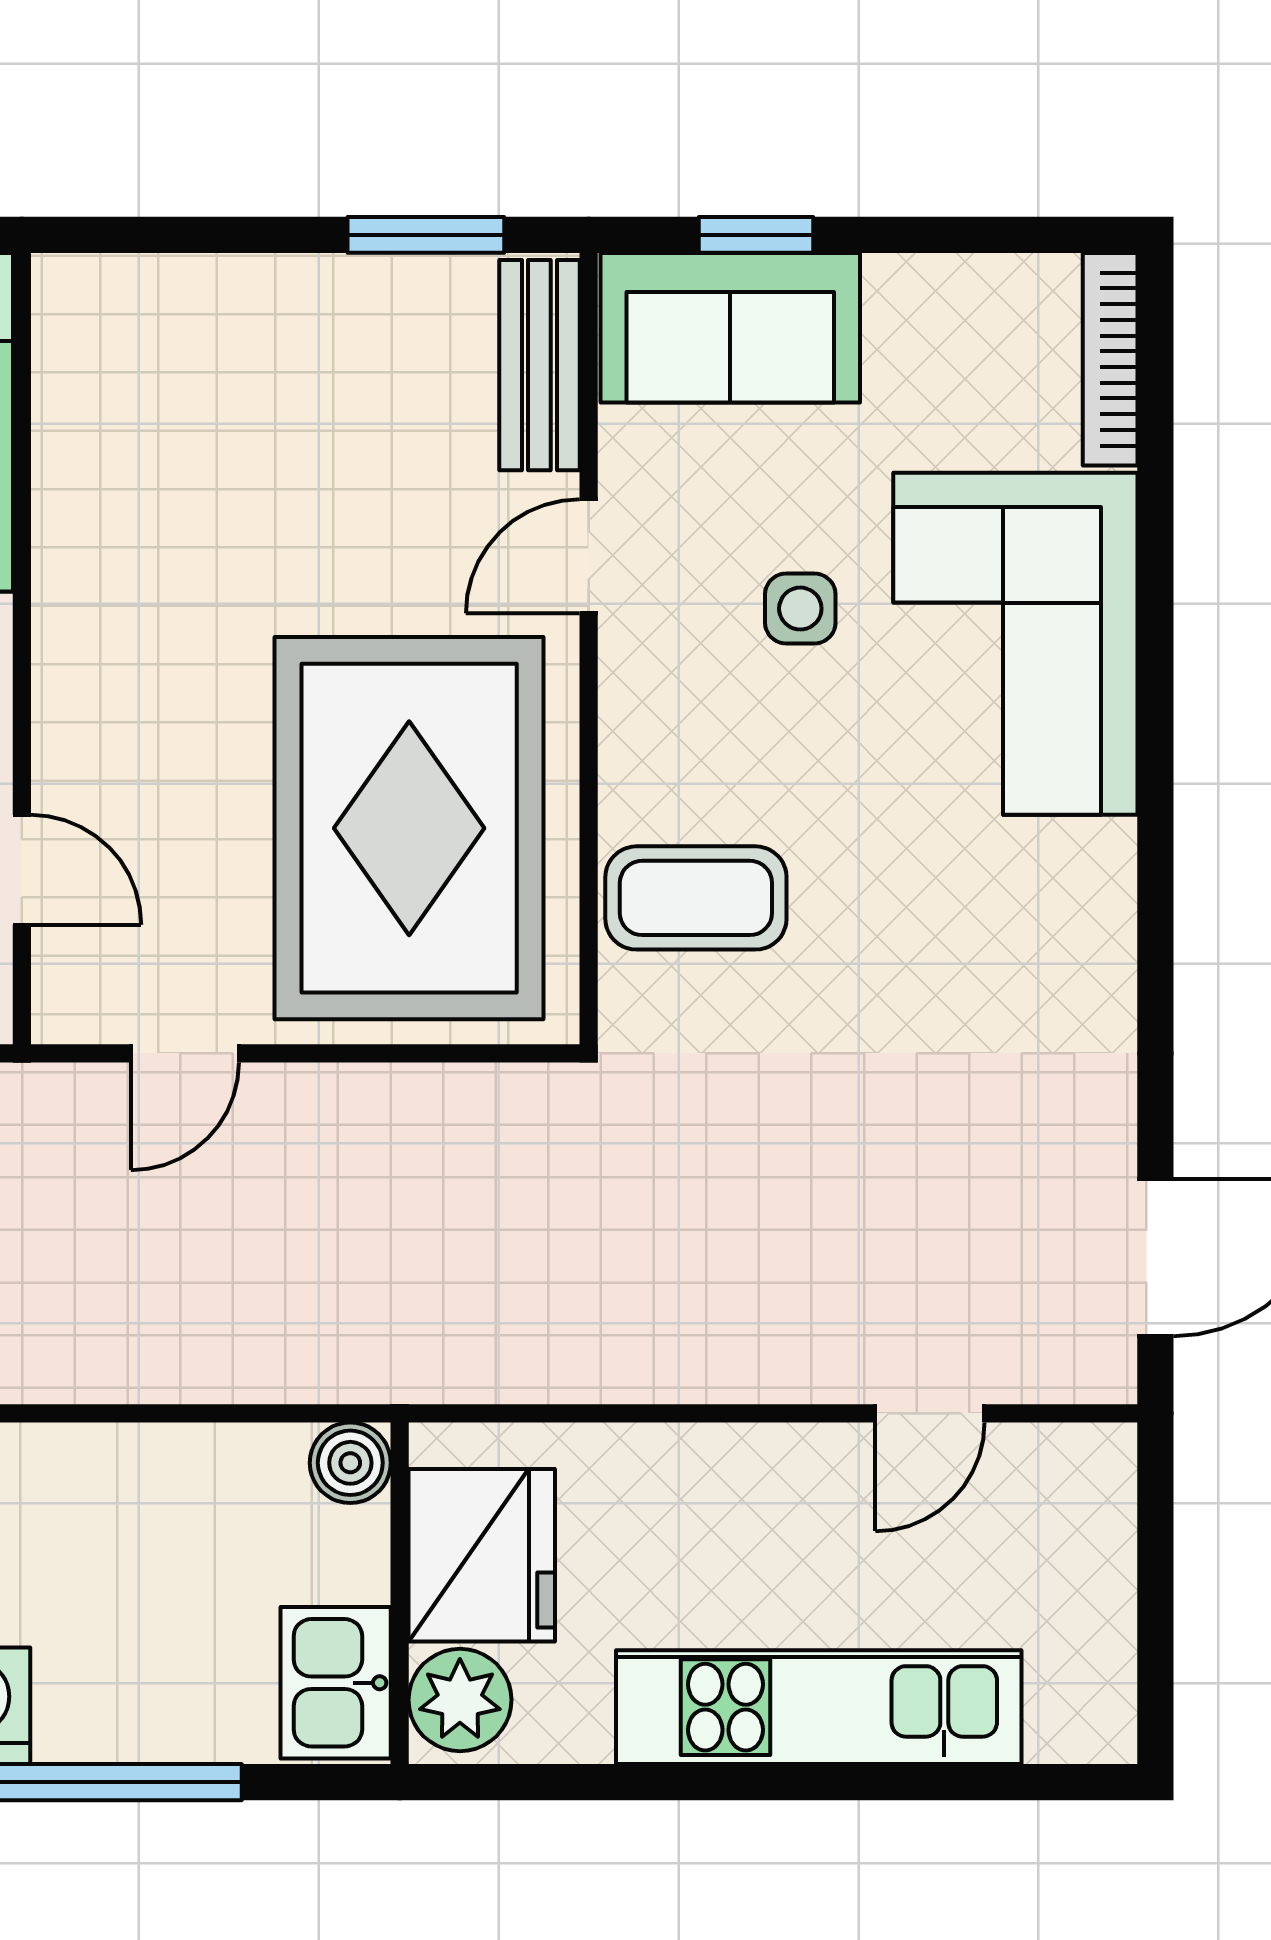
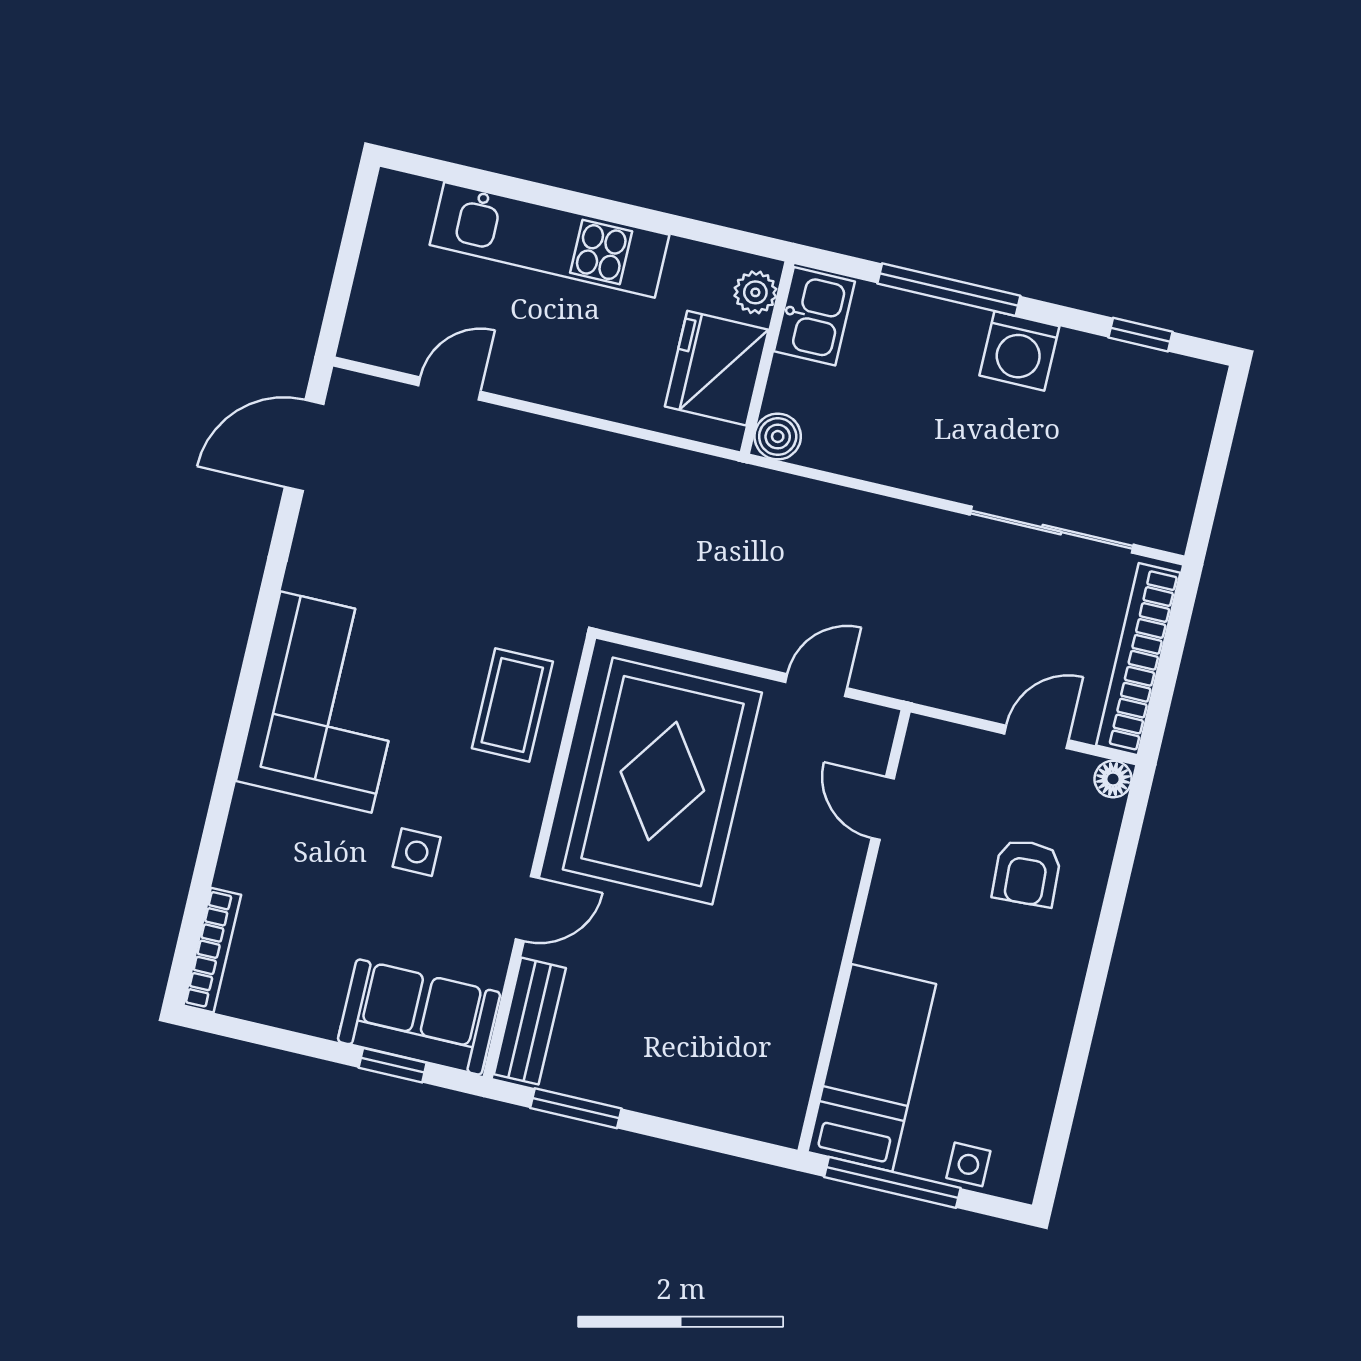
corner sofa: (1015, 644) -> (326, 702), moved
coffee table: (696, 898) -> (512, 705), turned 90
plant: (460, 1700) -> (755, 292), width x0.73, depth x0.73

